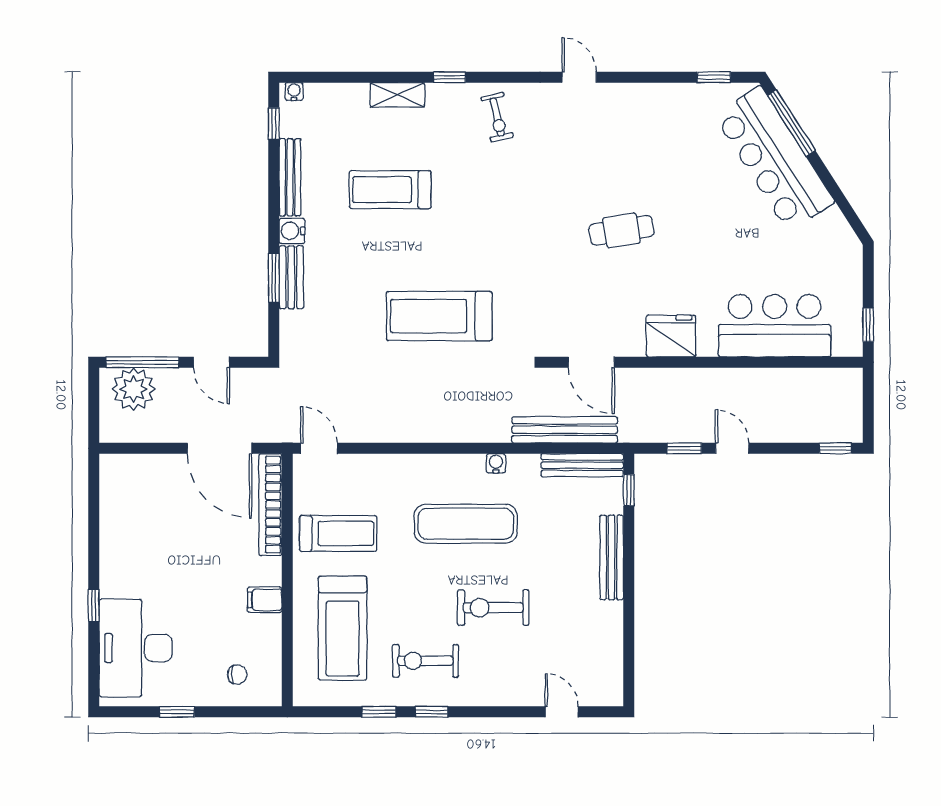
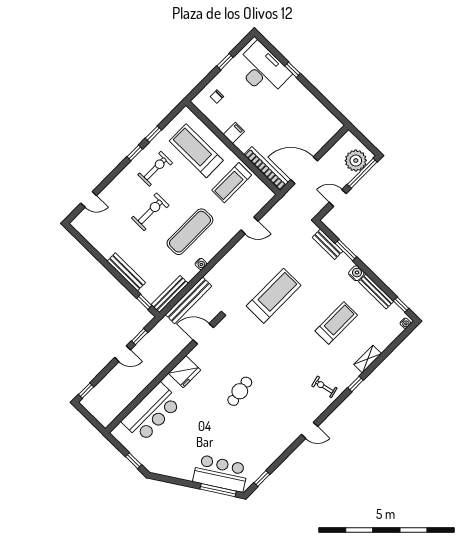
bar counter: (774, 159) -> (221, 473), width x0.73
bench: (291, 277) -> (328, 244), moved
window: (868, 325) -> (133, 461), moved
door: (319, 448) -> (250, 226), moved

